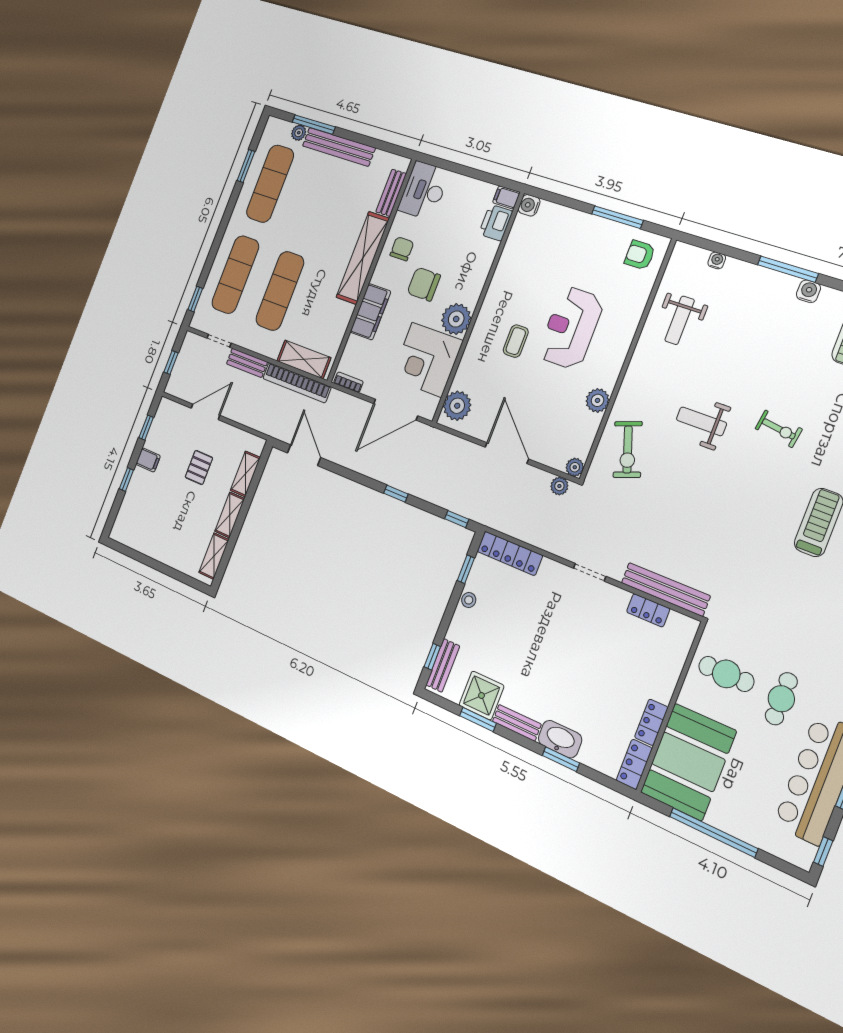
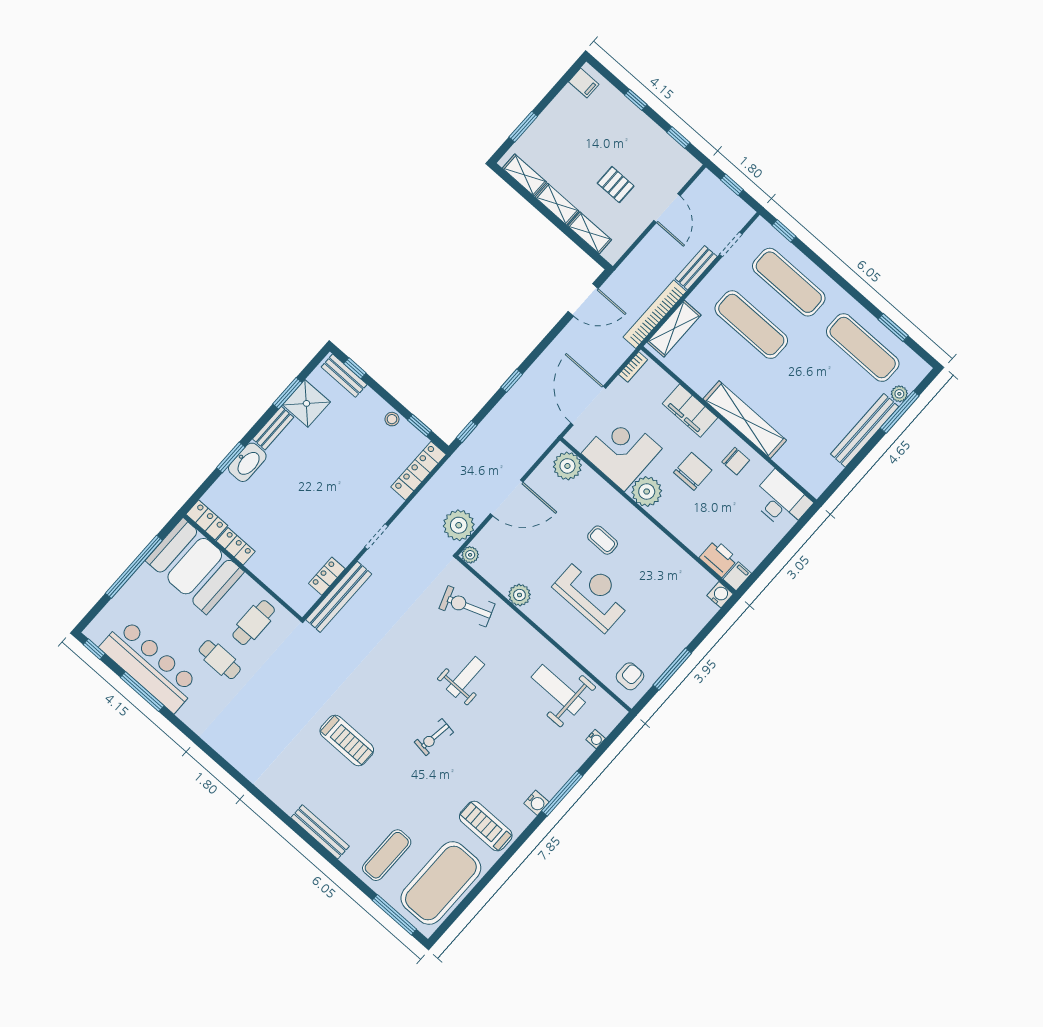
bench: (391, 193) -> (794, 468), removed
weight bench: (680, 320) -> (558, 690), width x1.36, depth x1.33
filing cabinet: (148, 460) -> (584, 83), moved, turned -90
plant: (559, 486) -> (459, 525), width x1.87, depth x1.87
window: (175, 574) -> (523, 127), added

